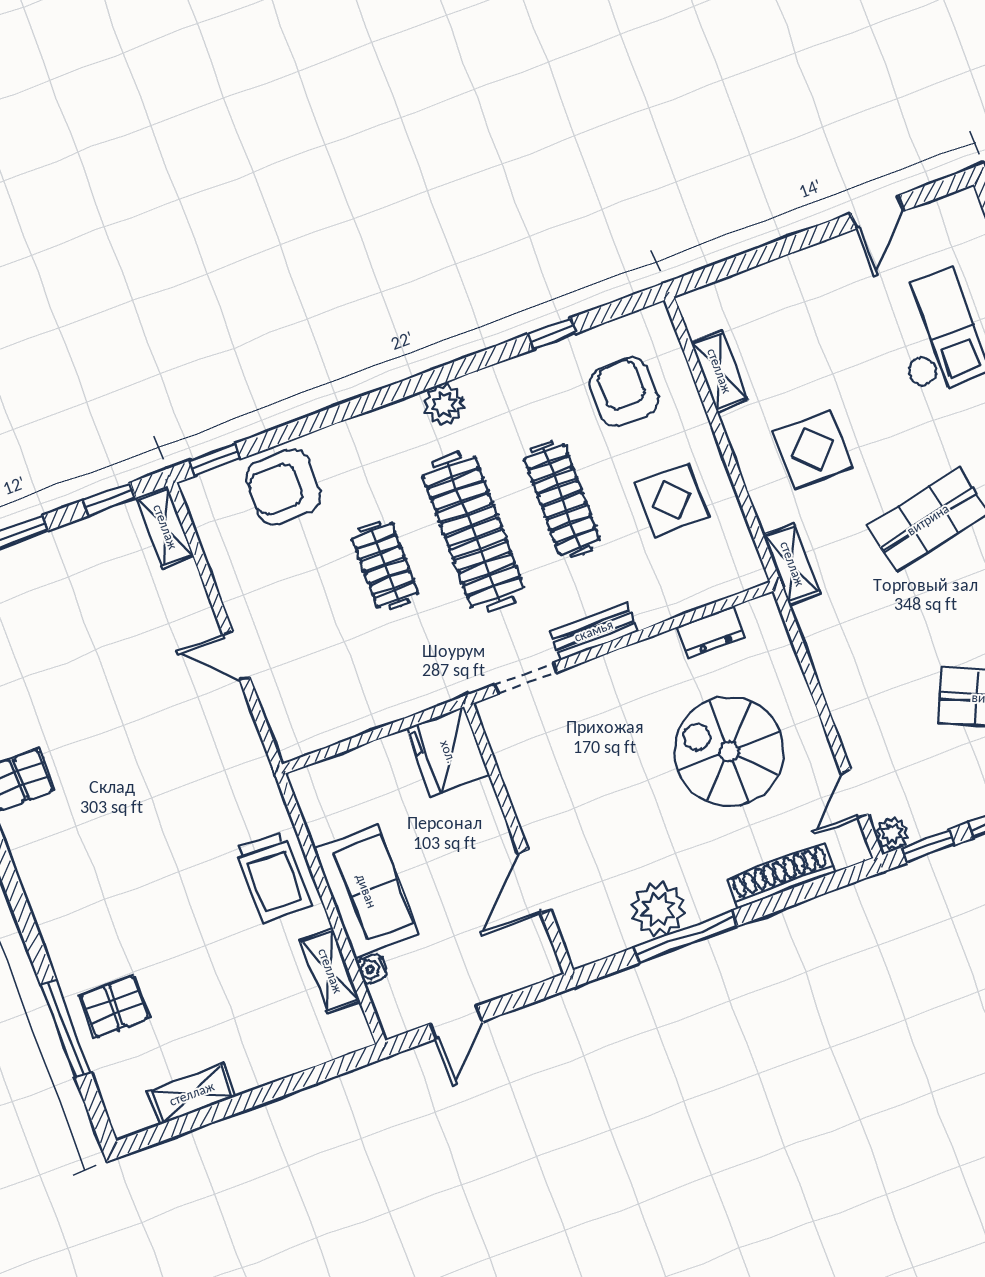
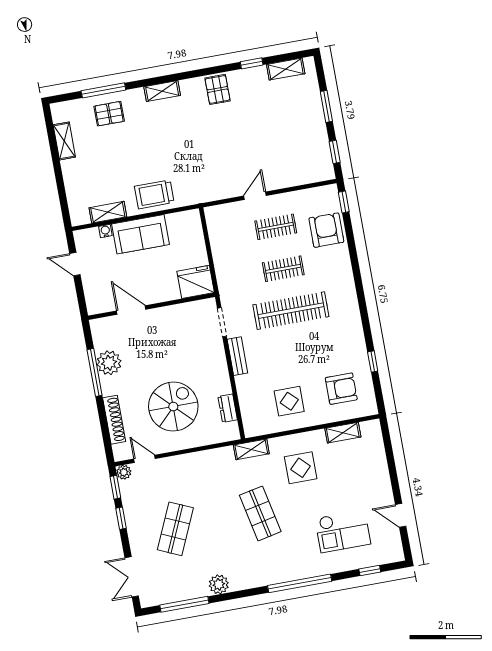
plant: (444, 404) -> (350, 308), removed
clothes rail: (562, 499) -> (276, 227), moved, width x0.73
shelving: (165, 527) -> (162, 91), moved
pallet: (114, 1007) -> (109, 114), turned 90

